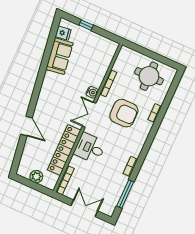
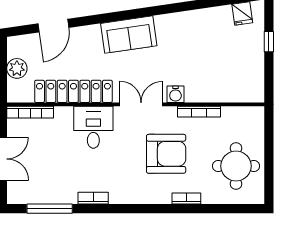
sofa: (60, 56) -> (129, 35), moved
armchair: (124, 113) -> (166, 154), turned -90
door: (27, 126) -> (53, 26), moved

